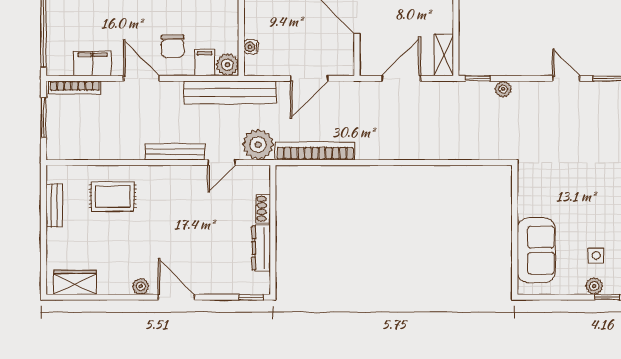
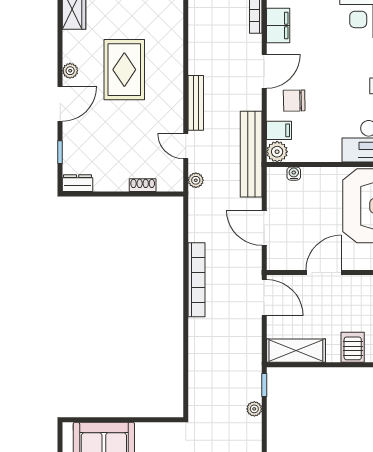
shelving: (444, 55) -> (296, 351), width x1.50, depth x1.33
door: (401, 78) -> (264, 298), moved
plant: (258, 145) -> (196, 180), width x0.53, depth x0.53
bookcase: (315, 151) -> (196, 280), moved
rug: (113, 196) -> (124, 70), moved, width x1.36, depth x1.43
dresser: (261, 248) -> (78, 183), moved, width x0.70
window: (251, 297) -> (60, 152), moved

